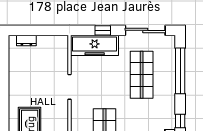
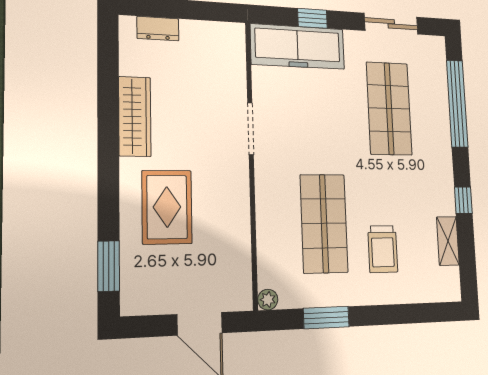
sliding door: (145, 30) -> (391, 24), width x0.73
wardrobe: (15, 82) -> (135, 116), added

